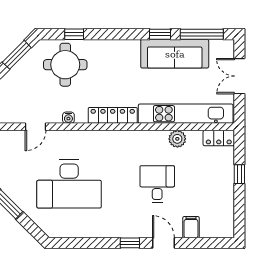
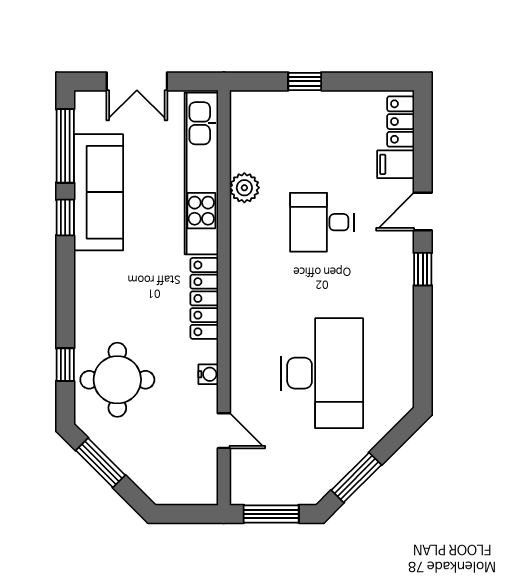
locker: (219, 138) -> (401, 122), moved, turned 180

